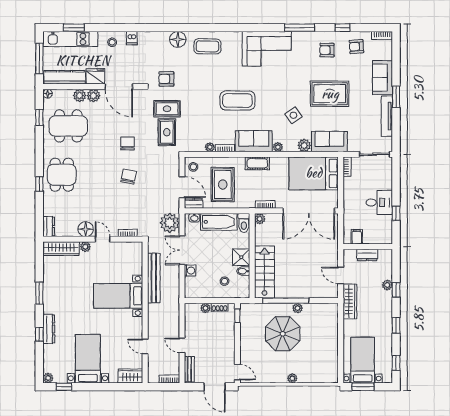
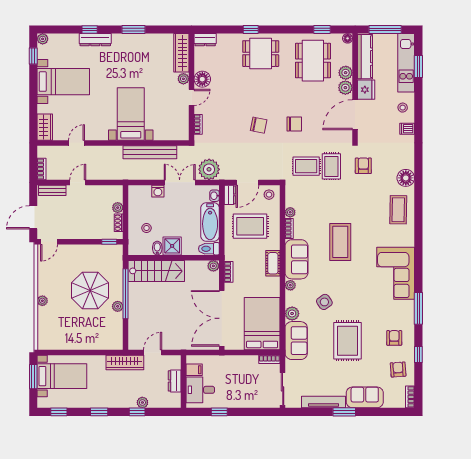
desk: (379, 202) -> (200, 390), moved, turned 90

